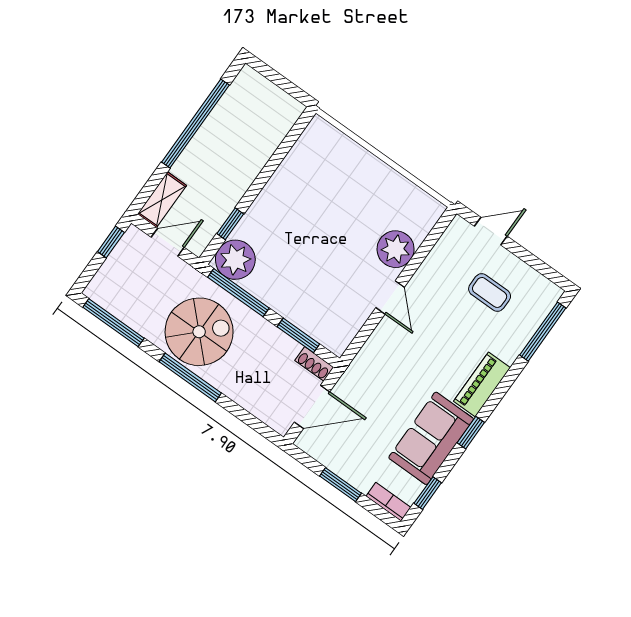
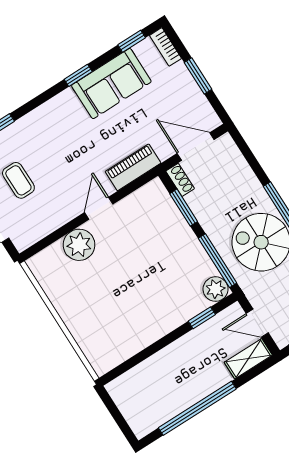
plant: (235, 260) -> (216, 289), width x0.73, depth x0.73
piano: (482, 384) -> (133, 167), moved, turned 180

